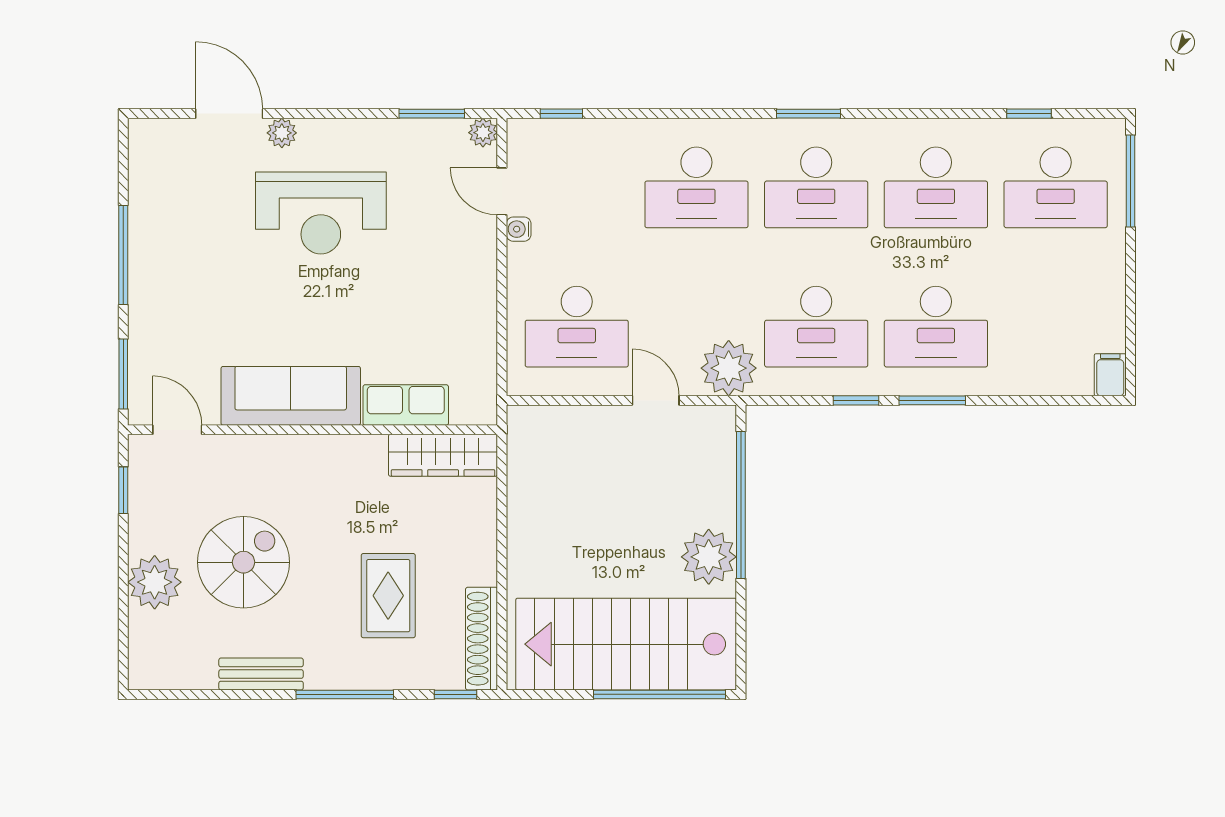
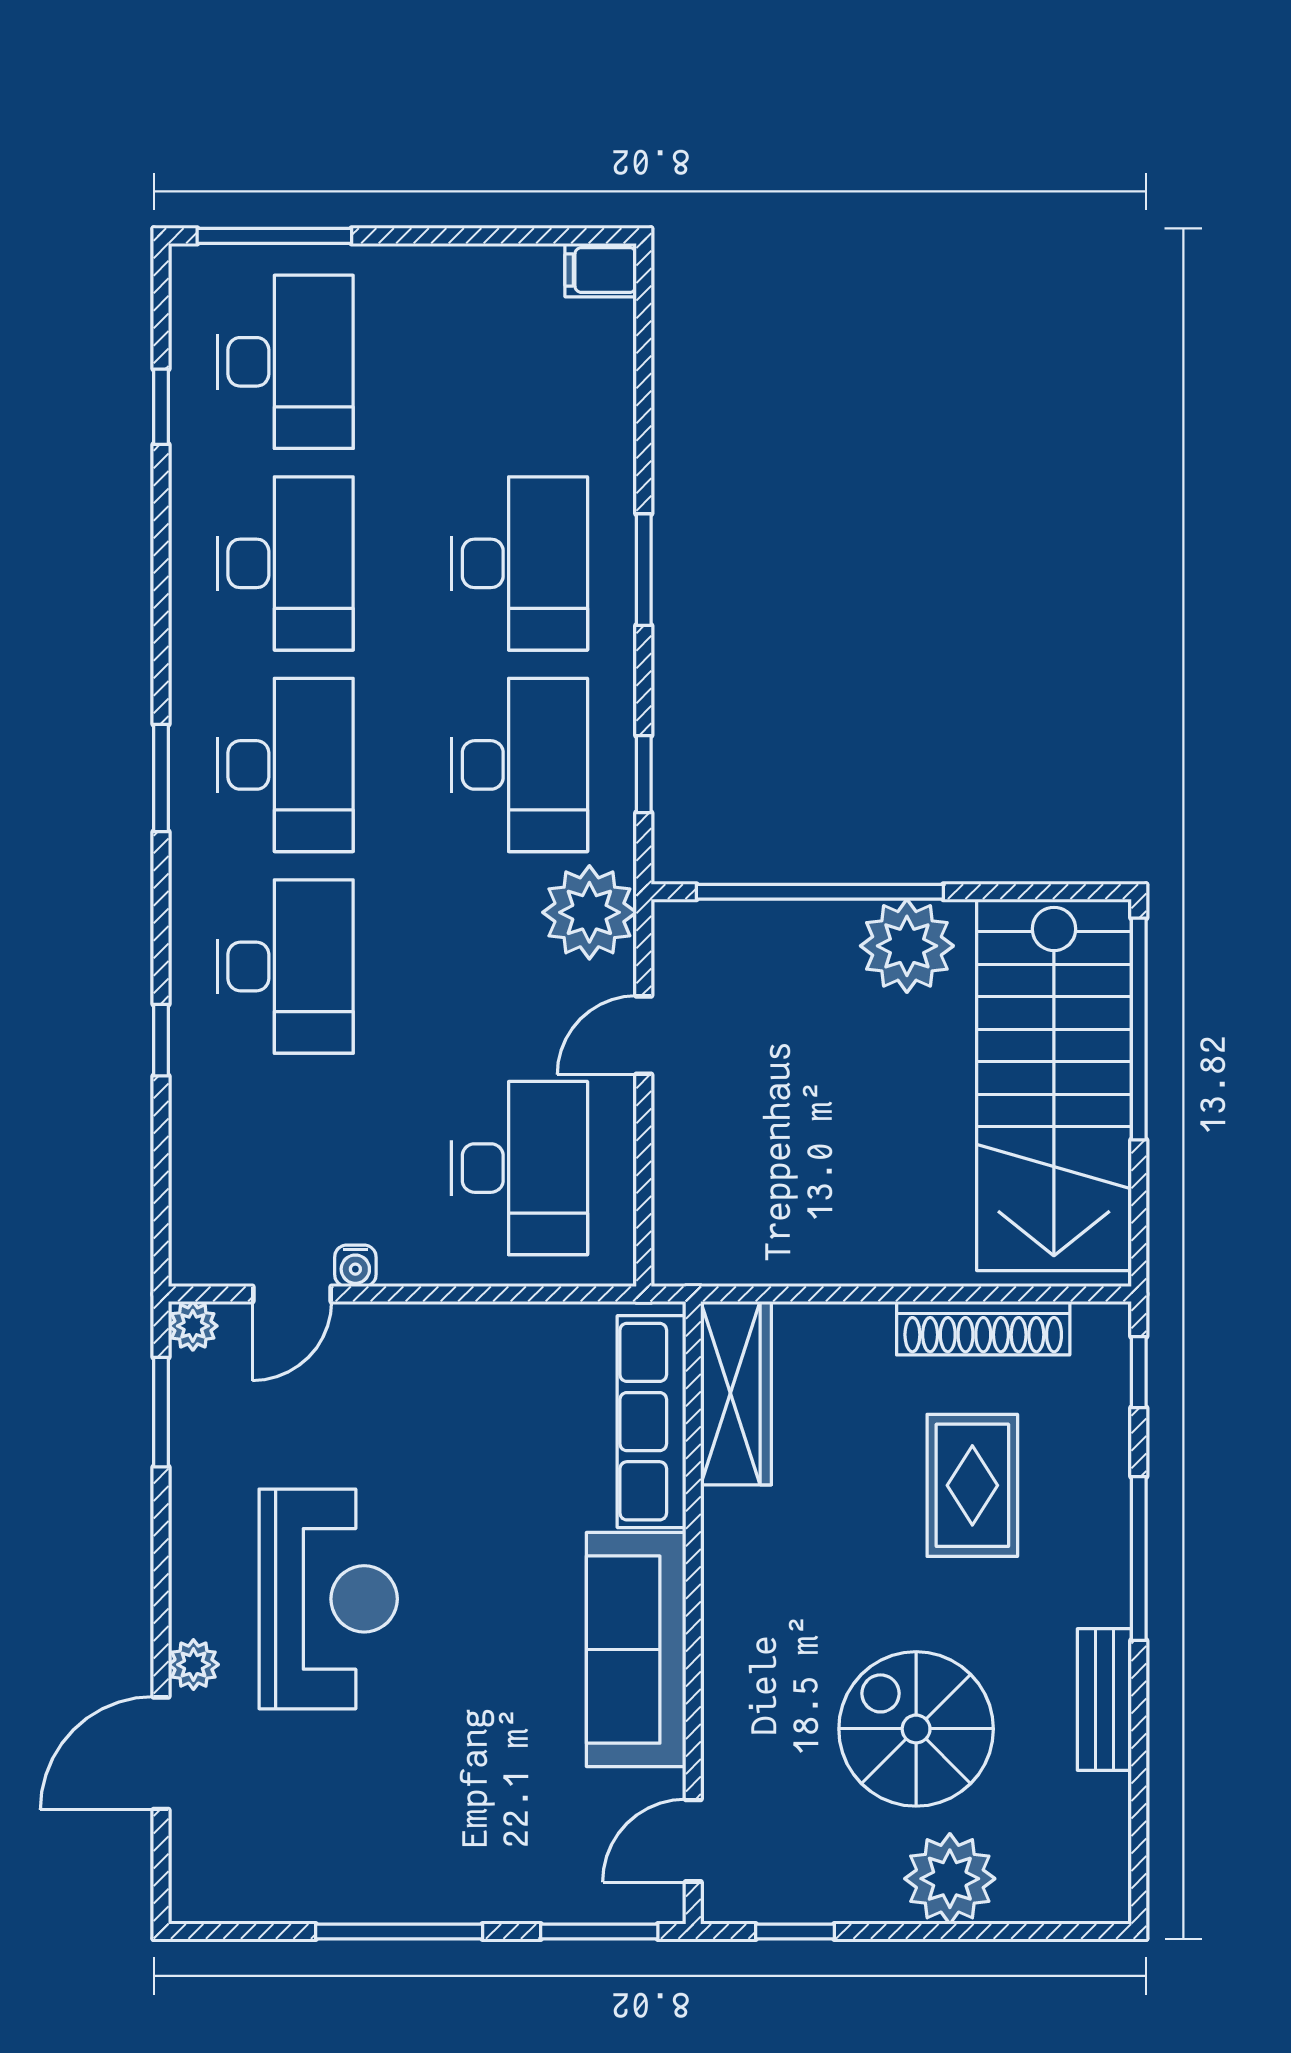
window: (561, 114) -> (161, 1040), moved
window: (856, 400) -> (644, 774), moved
row of seats: (406, 405) -> (651, 1422), width x1.48
rug: (388, 596) -> (972, 1485), turned 90
shoe rack: (482, 639) -> (983, 1328), moved

